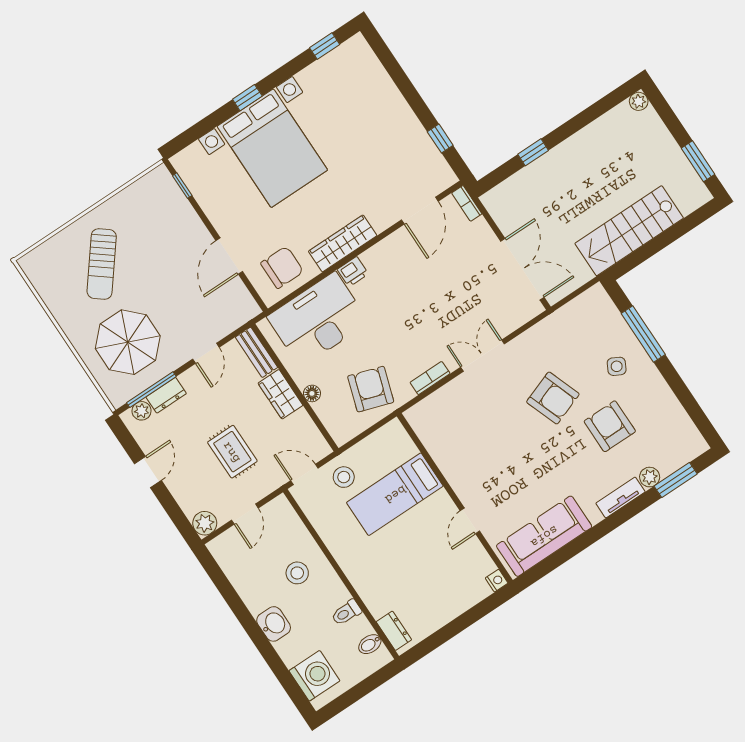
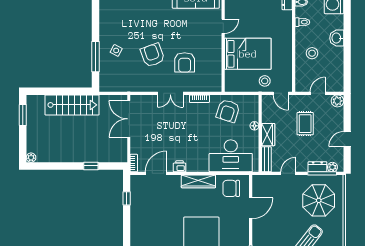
printer: (353, 272) -> (180, 166), moved
armchair: (610, 426) -> (185, 62), moved
bed: (395, 494) -> (248, 54), width x1.50

